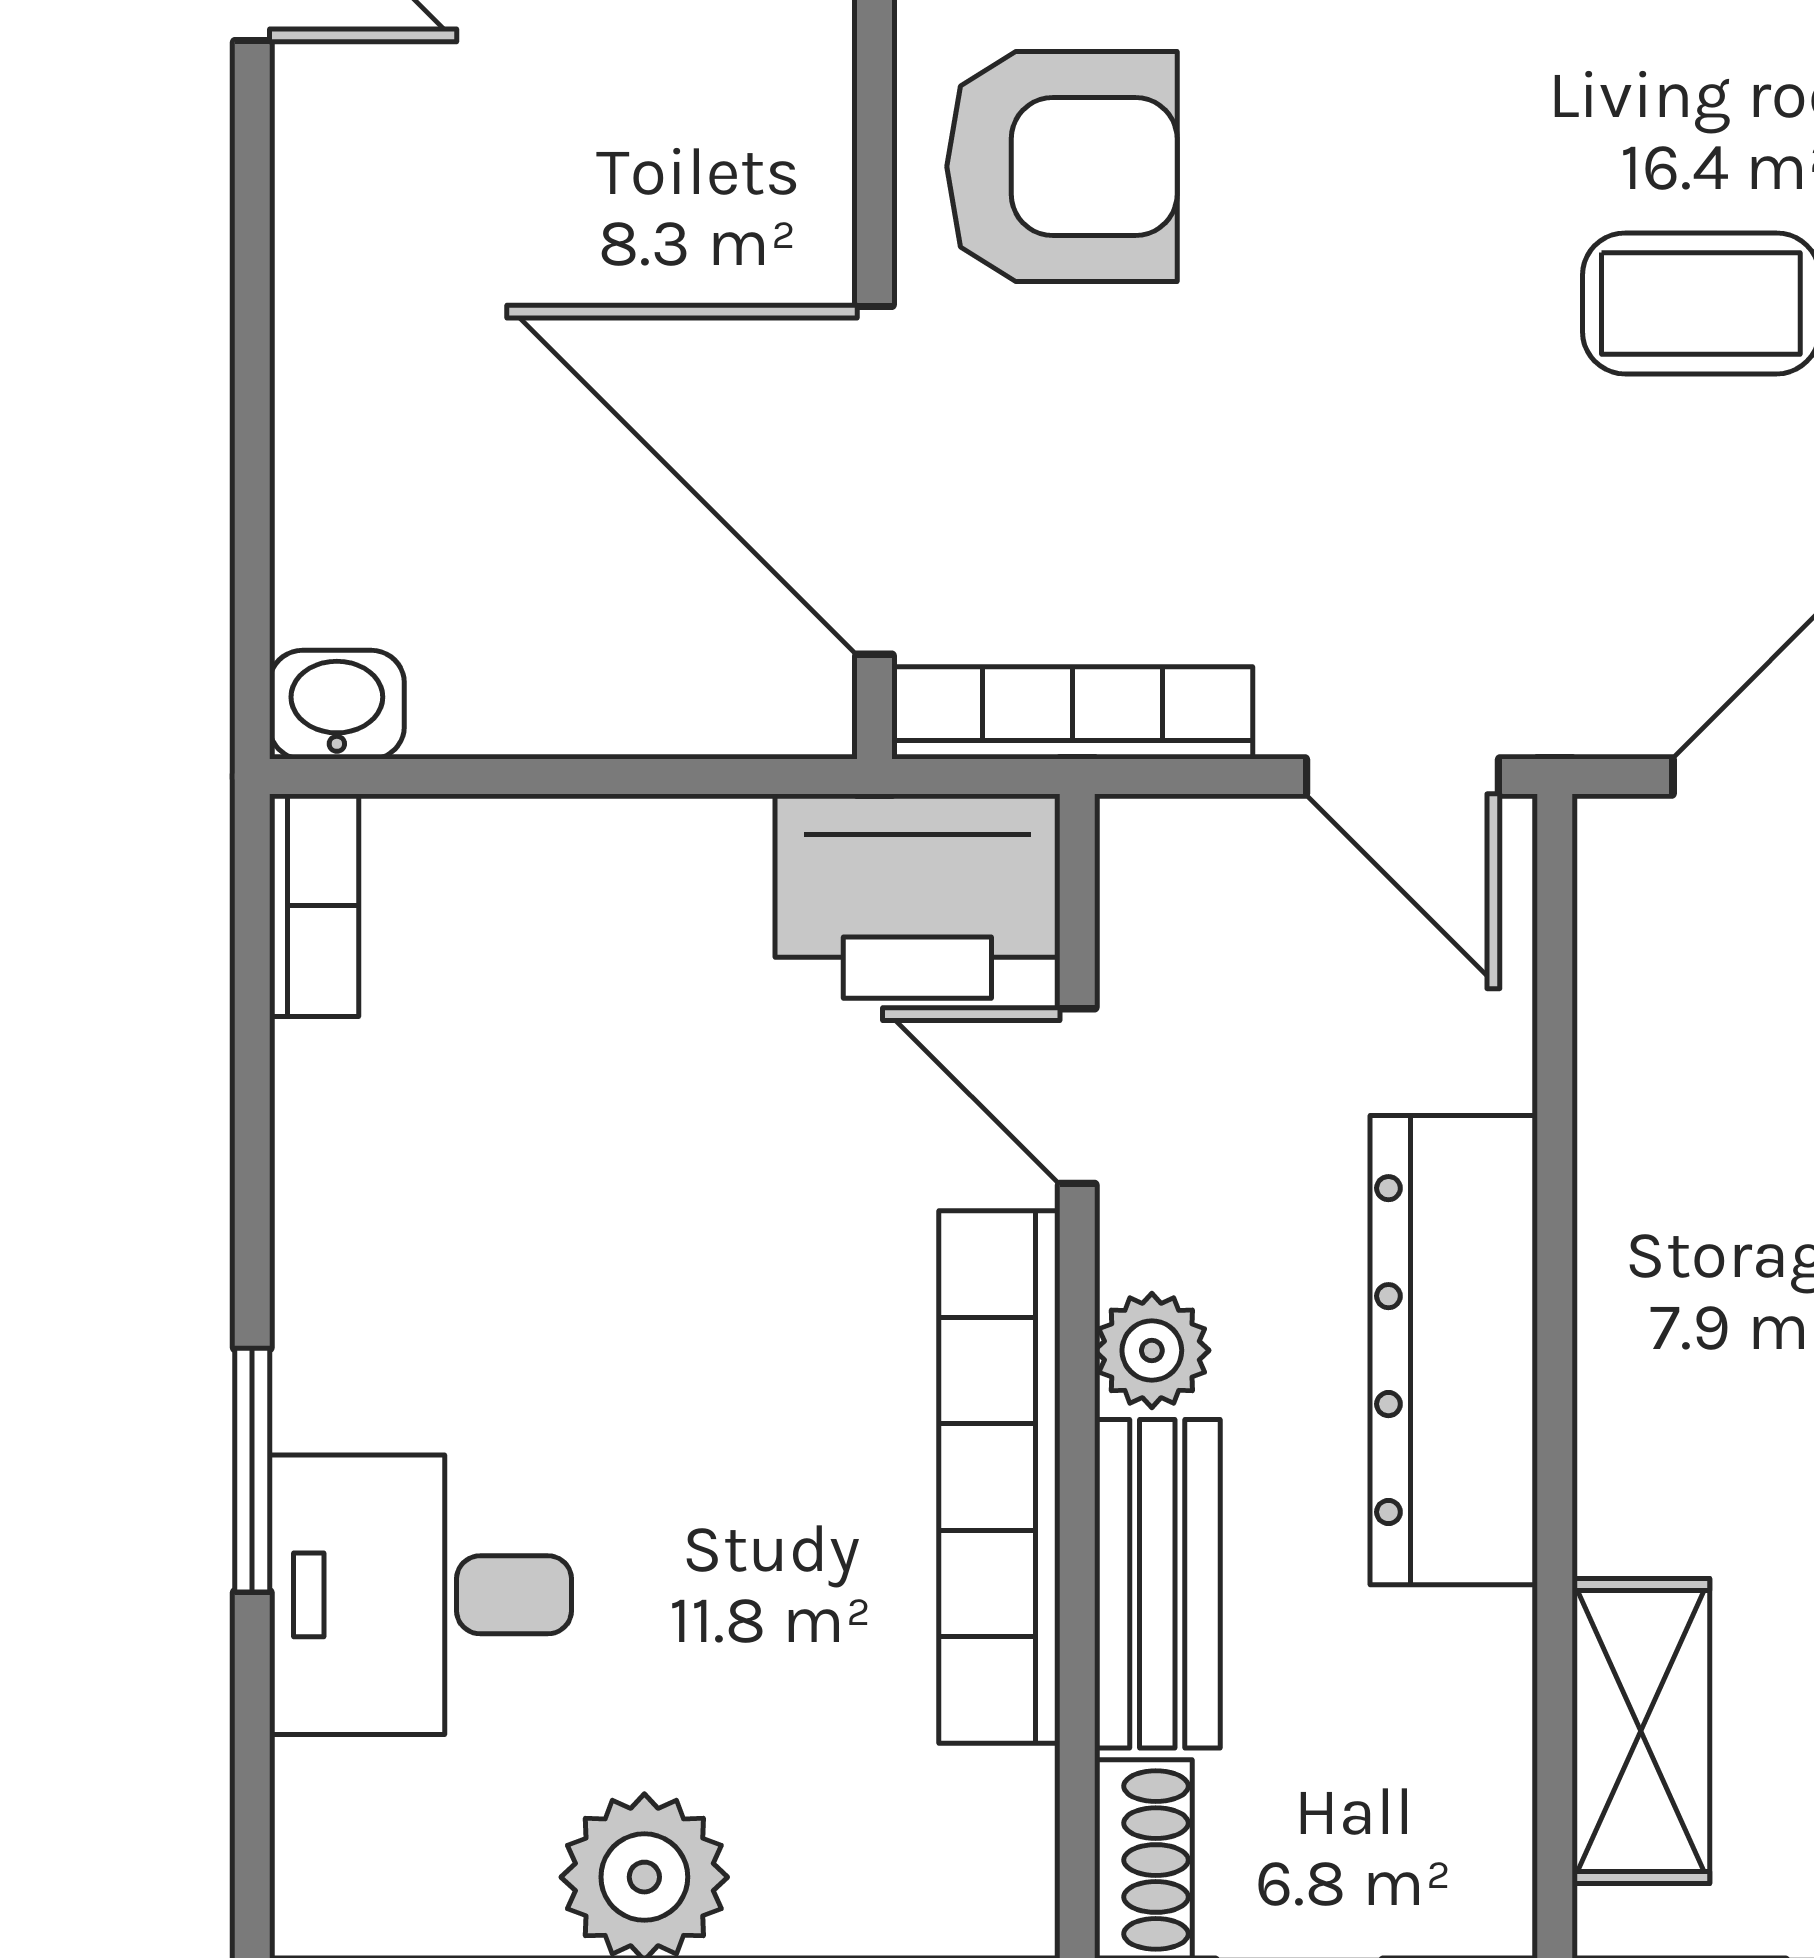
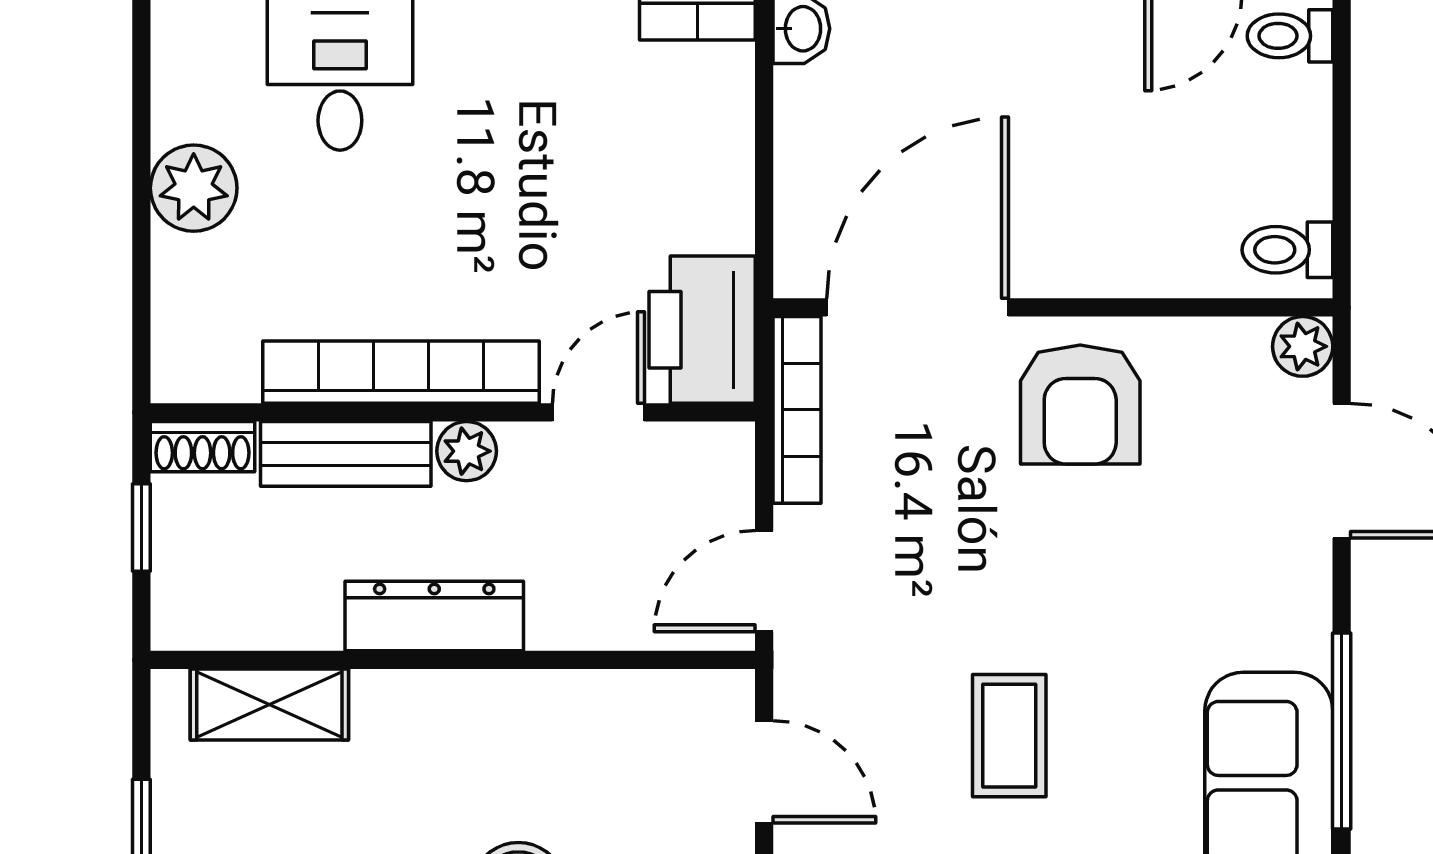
dresser: (1454, 1350) -> (434, 616), width x0.73, depth x0.80

